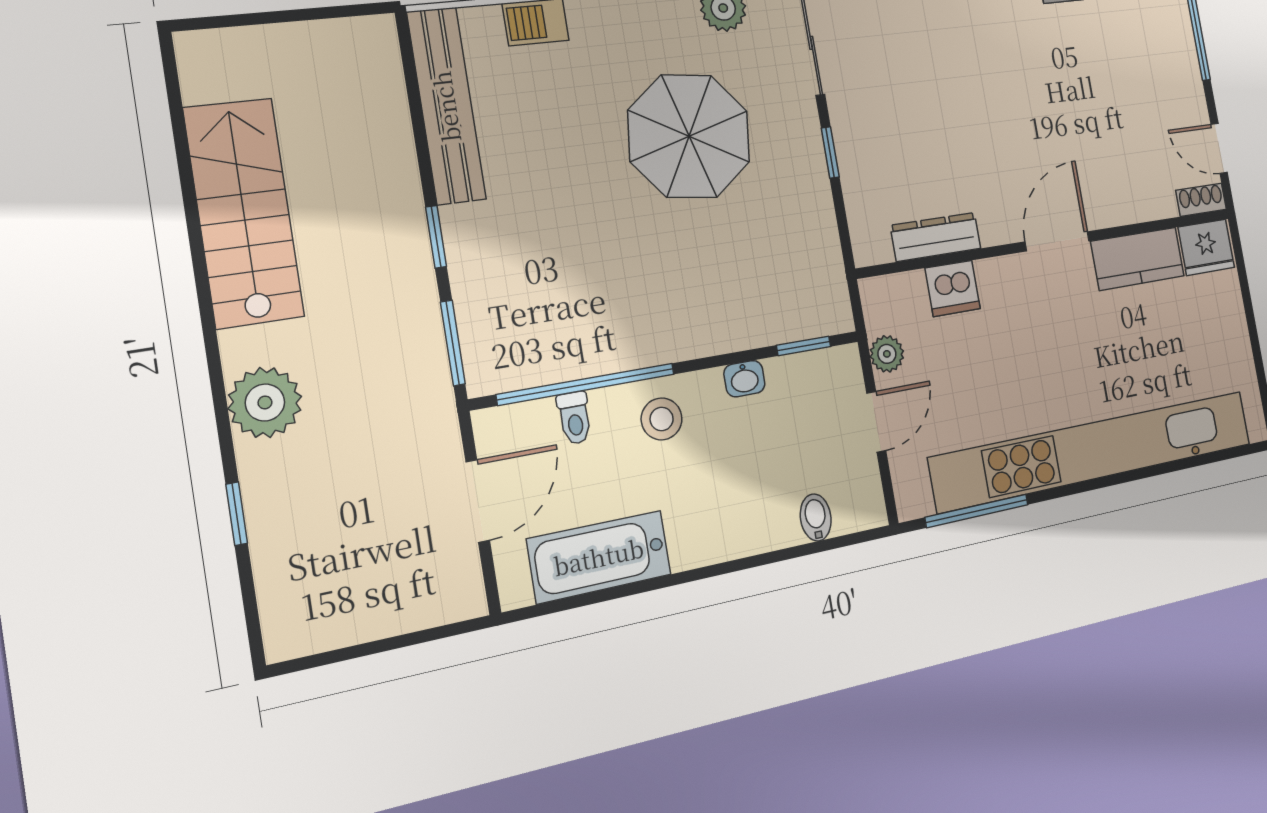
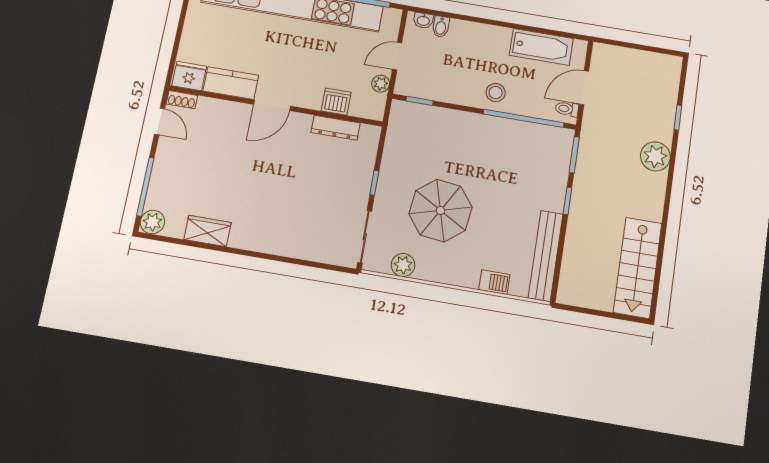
stairs: (244, 213) -> (638, 268), moved
washbasin: (744, 379) -> (423, 20), moved, turned 180
toilet: (574, 418) -> (567, 109), moved, turned -90

